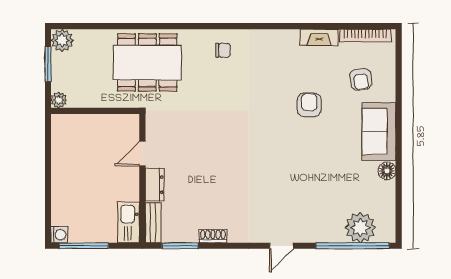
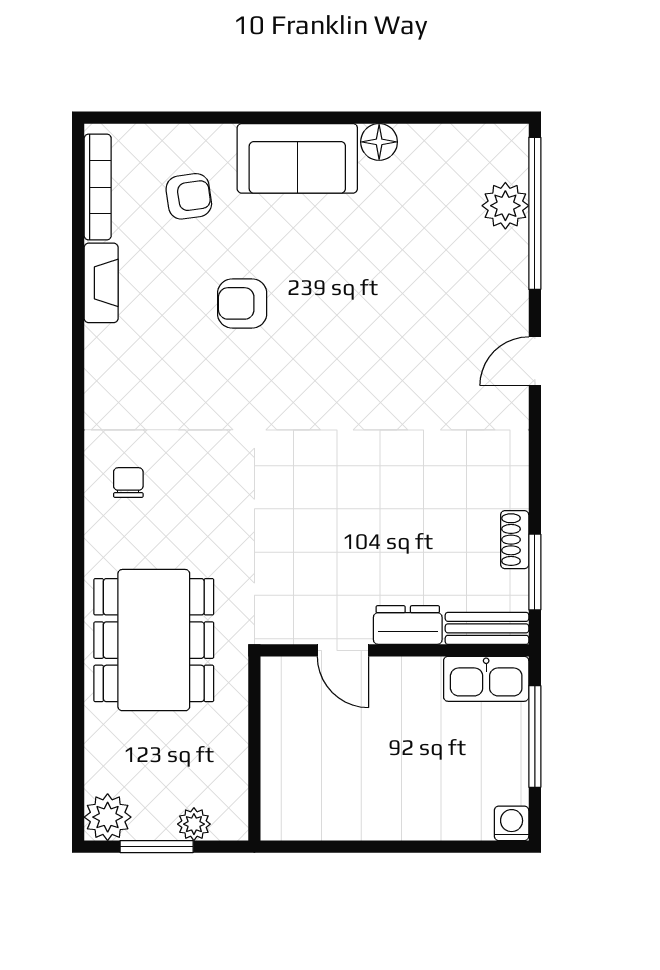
plant: (59, 100) -> (194, 824), moved
plant: (360, 228) -> (505, 206), width x0.73, depth x0.73
shoe rack: (213, 236) -> (515, 540), moved
window: (84, 246) -> (535, 736), moved
door: (281, 246) -> (535, 361), swing flipped

